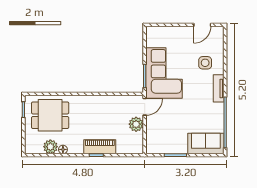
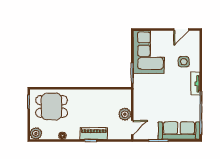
corner sofa: (164, 73) -> (149, 52), moved
door: (145, 107) -> (132, 128), moved
sofa: (206, 143) -> (179, 131), width x1.36
plant: (50, 147) -> (36, 133), moved

